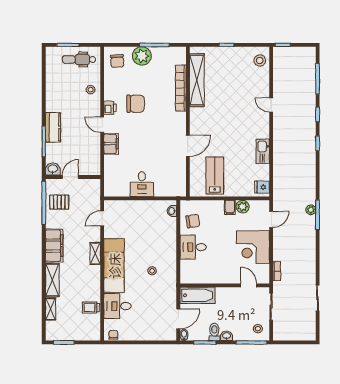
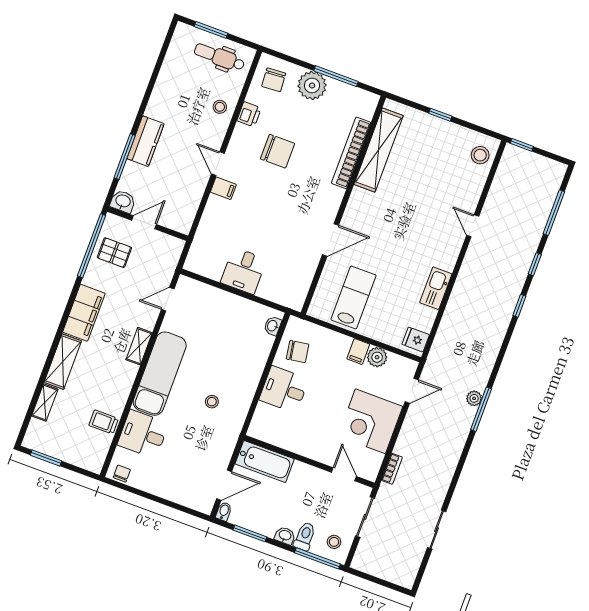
printer: (110, 108) -> (249, 114), moved
filing cabinet: (111, 144) -> (223, 188), width x0.50
toilet: (214, 332) -> (305, 536), moved

